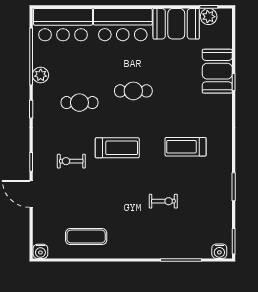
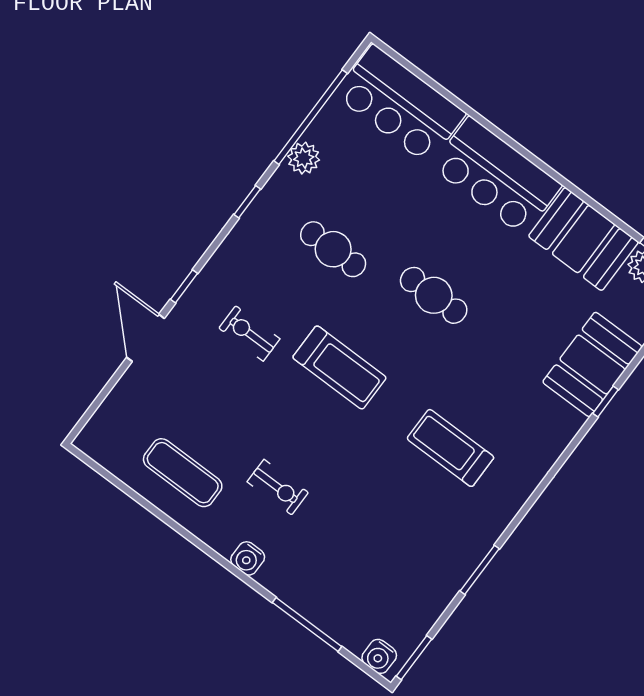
exercise bike: (163, 201) -> (278, 487), moved
water cooler: (40, 251) -> (248, 558), moved

